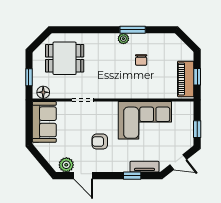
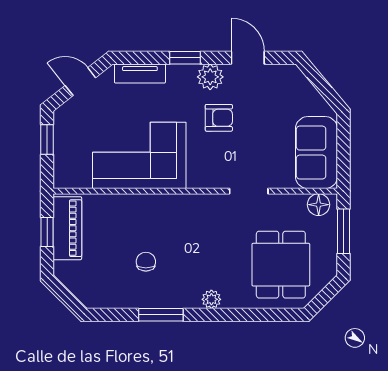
plant: (123, 39) -> (211, 299), moved
dining table: (65, 58) -> (281, 265), turned 90
window: (29, 77) -> (344, 231), width x1.50
plant: (66, 165) -> (210, 77), moved
window: (132, 176) -> (185, 58), moved

